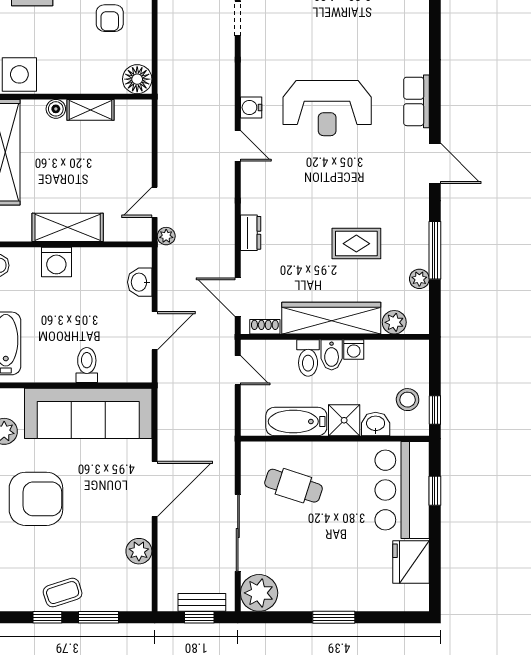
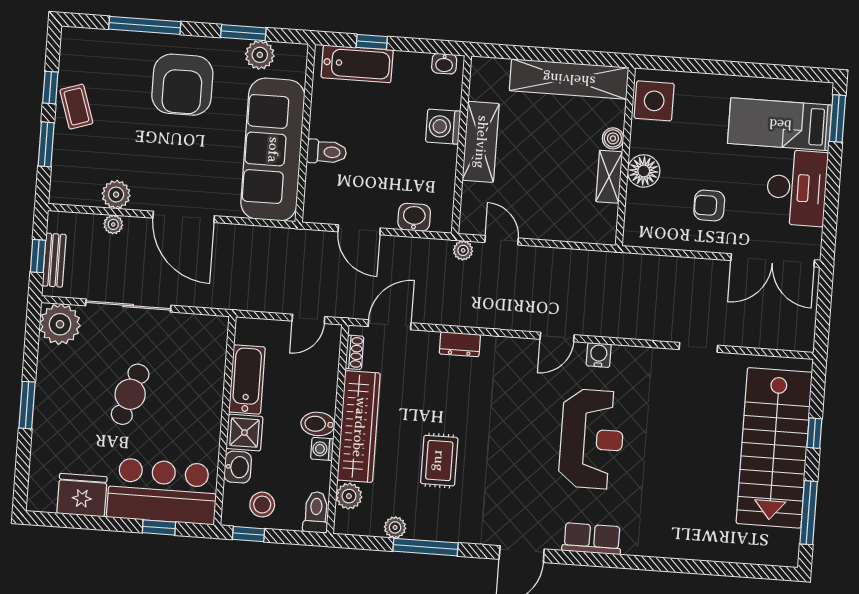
floor lamp: (137, 79) -> (644, 171), moved
reception desk: (327, 108) -> (592, 439), turned 180
toilet: (308, 358) -> (316, 512), moved, turned 90
cafe table: (293, 486) -> (130, 394), moved
plant: (166, 552) -> (113, 224), added

